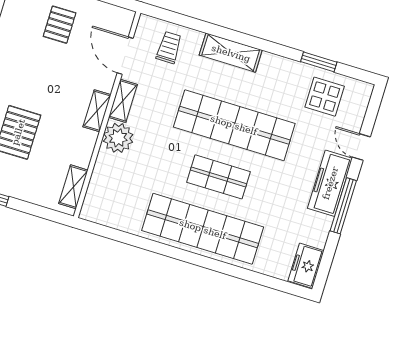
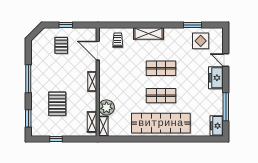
shelving: (123, 101) -> (103, 126), moved
shop shelf: (234, 125) -> (161, 68), width x0.50, depth x0.74
plant: (118, 138) -> (106, 107), moved
freezer: (330, 183) -> (216, 78), width x0.71
window: (343, 206) -> (226, 107), moved

